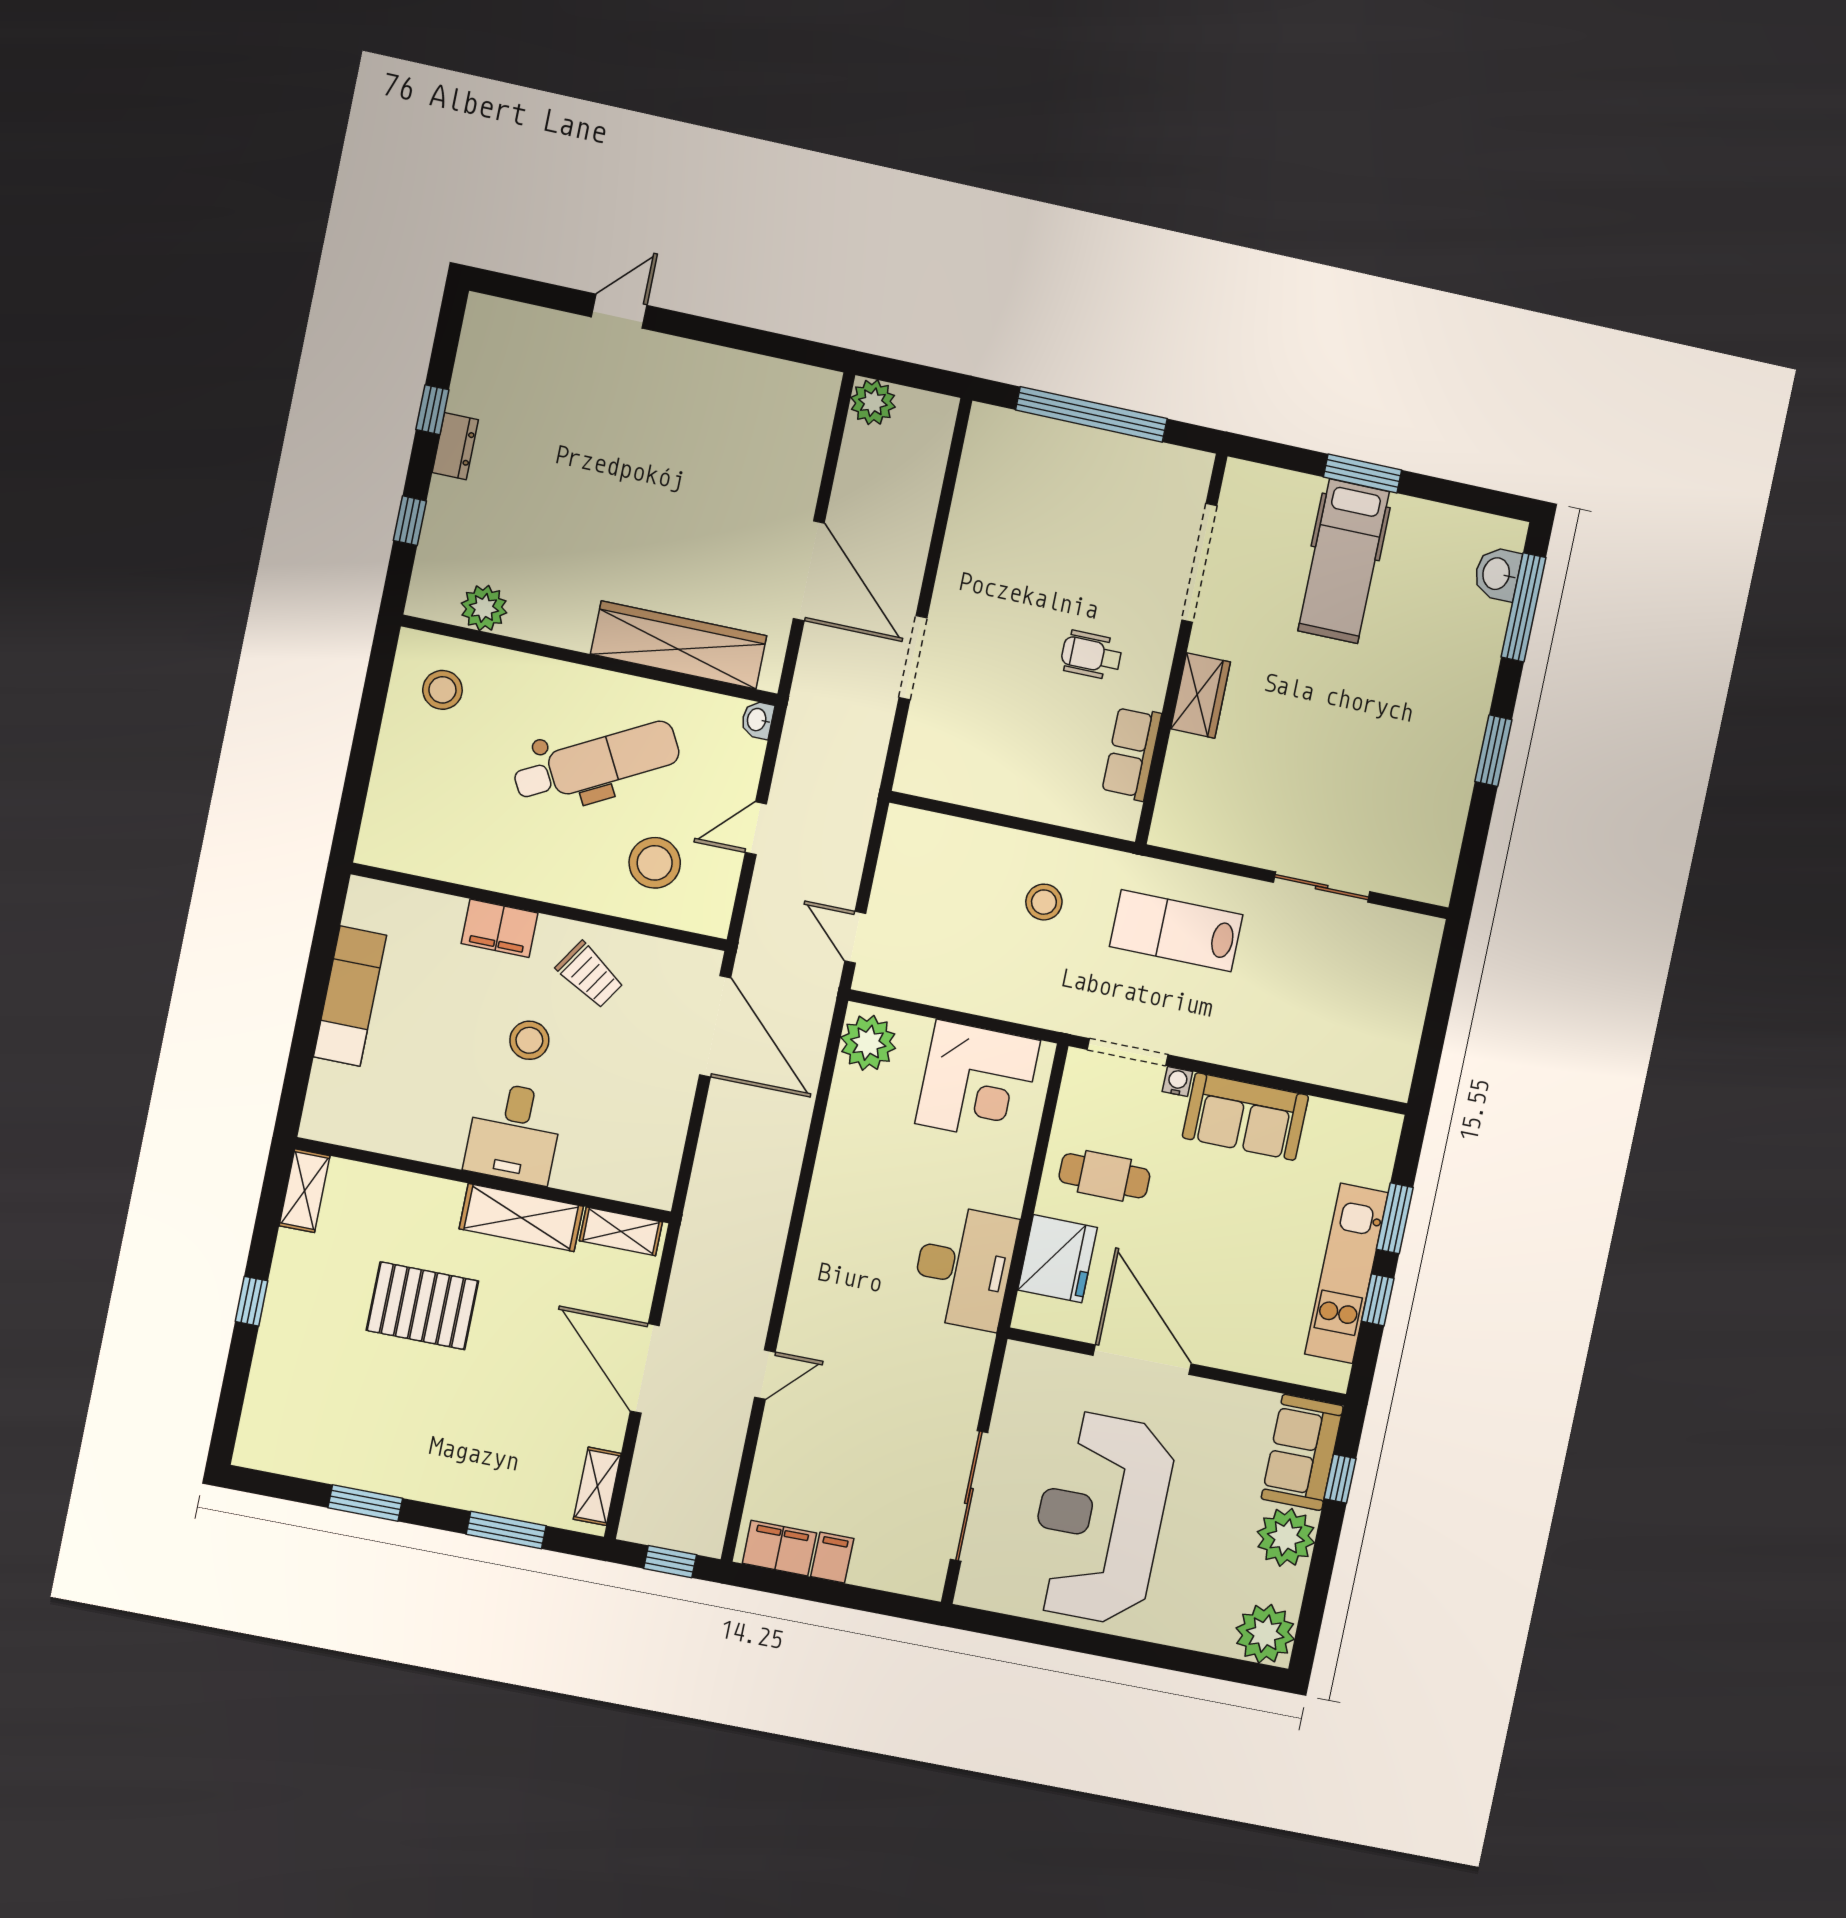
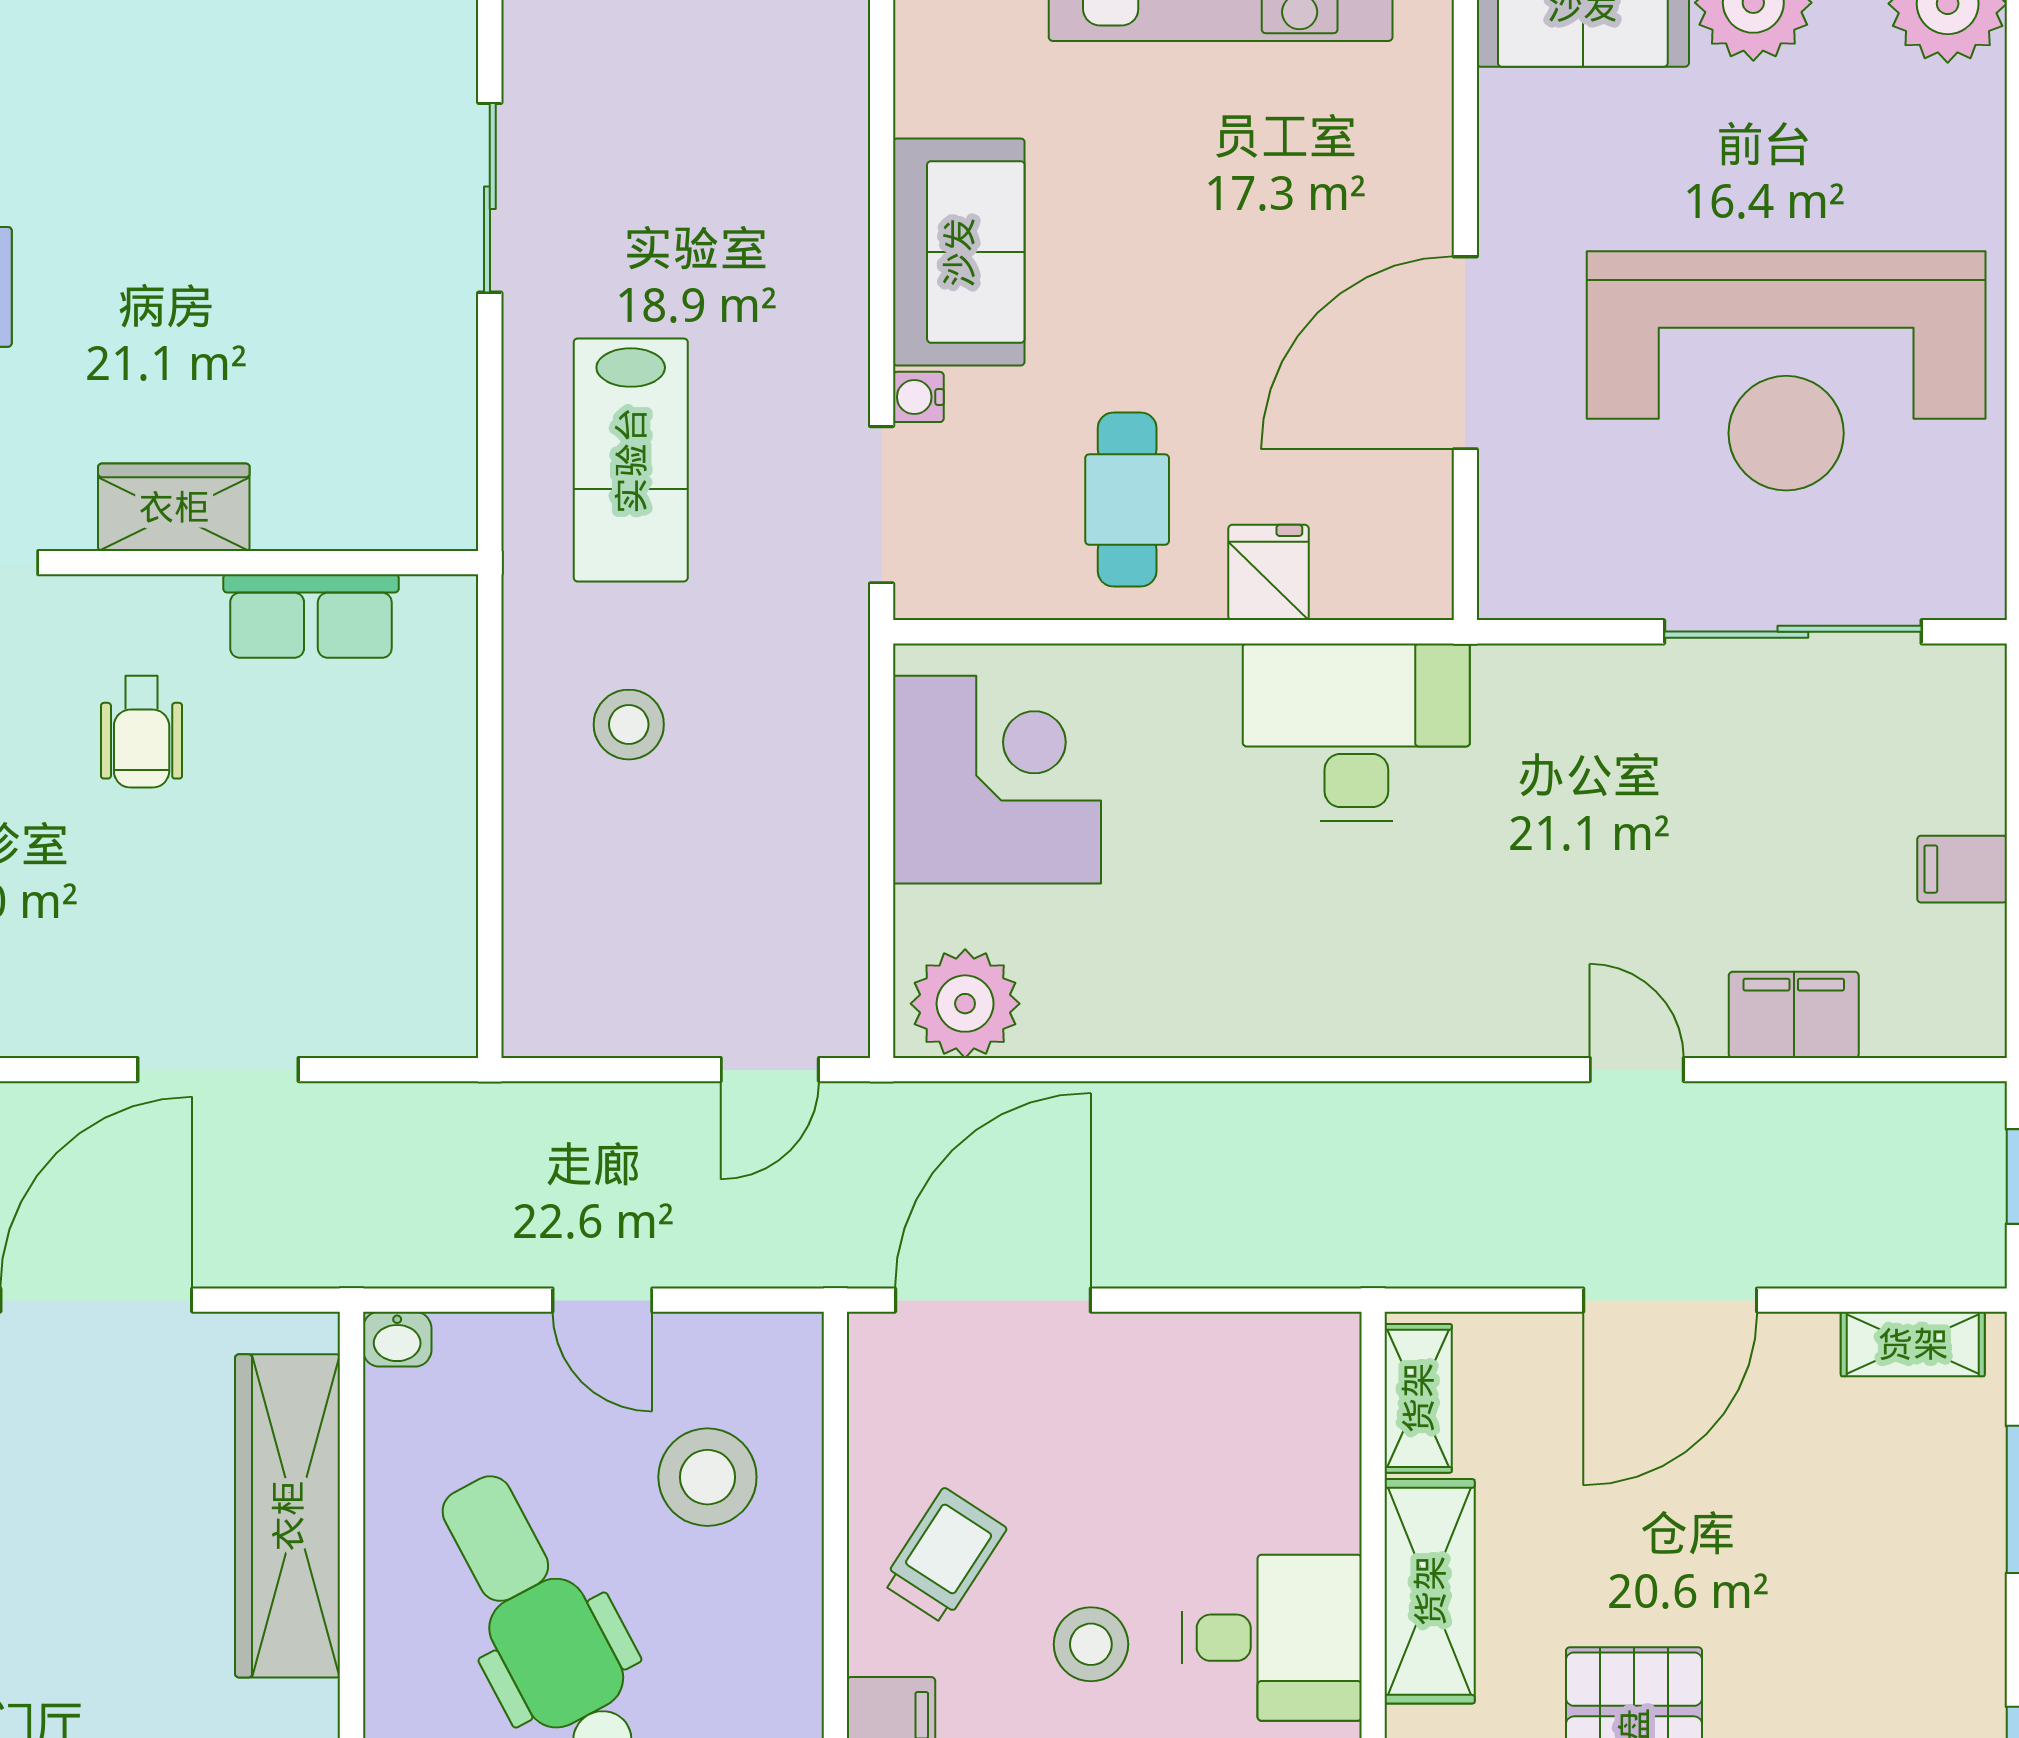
fridge: (1058, 1259) -> (1269, 572), width x0.53, depth x0.75
filing cabinet: (779, 1548) -> (1794, 1015), moved, turned 90

